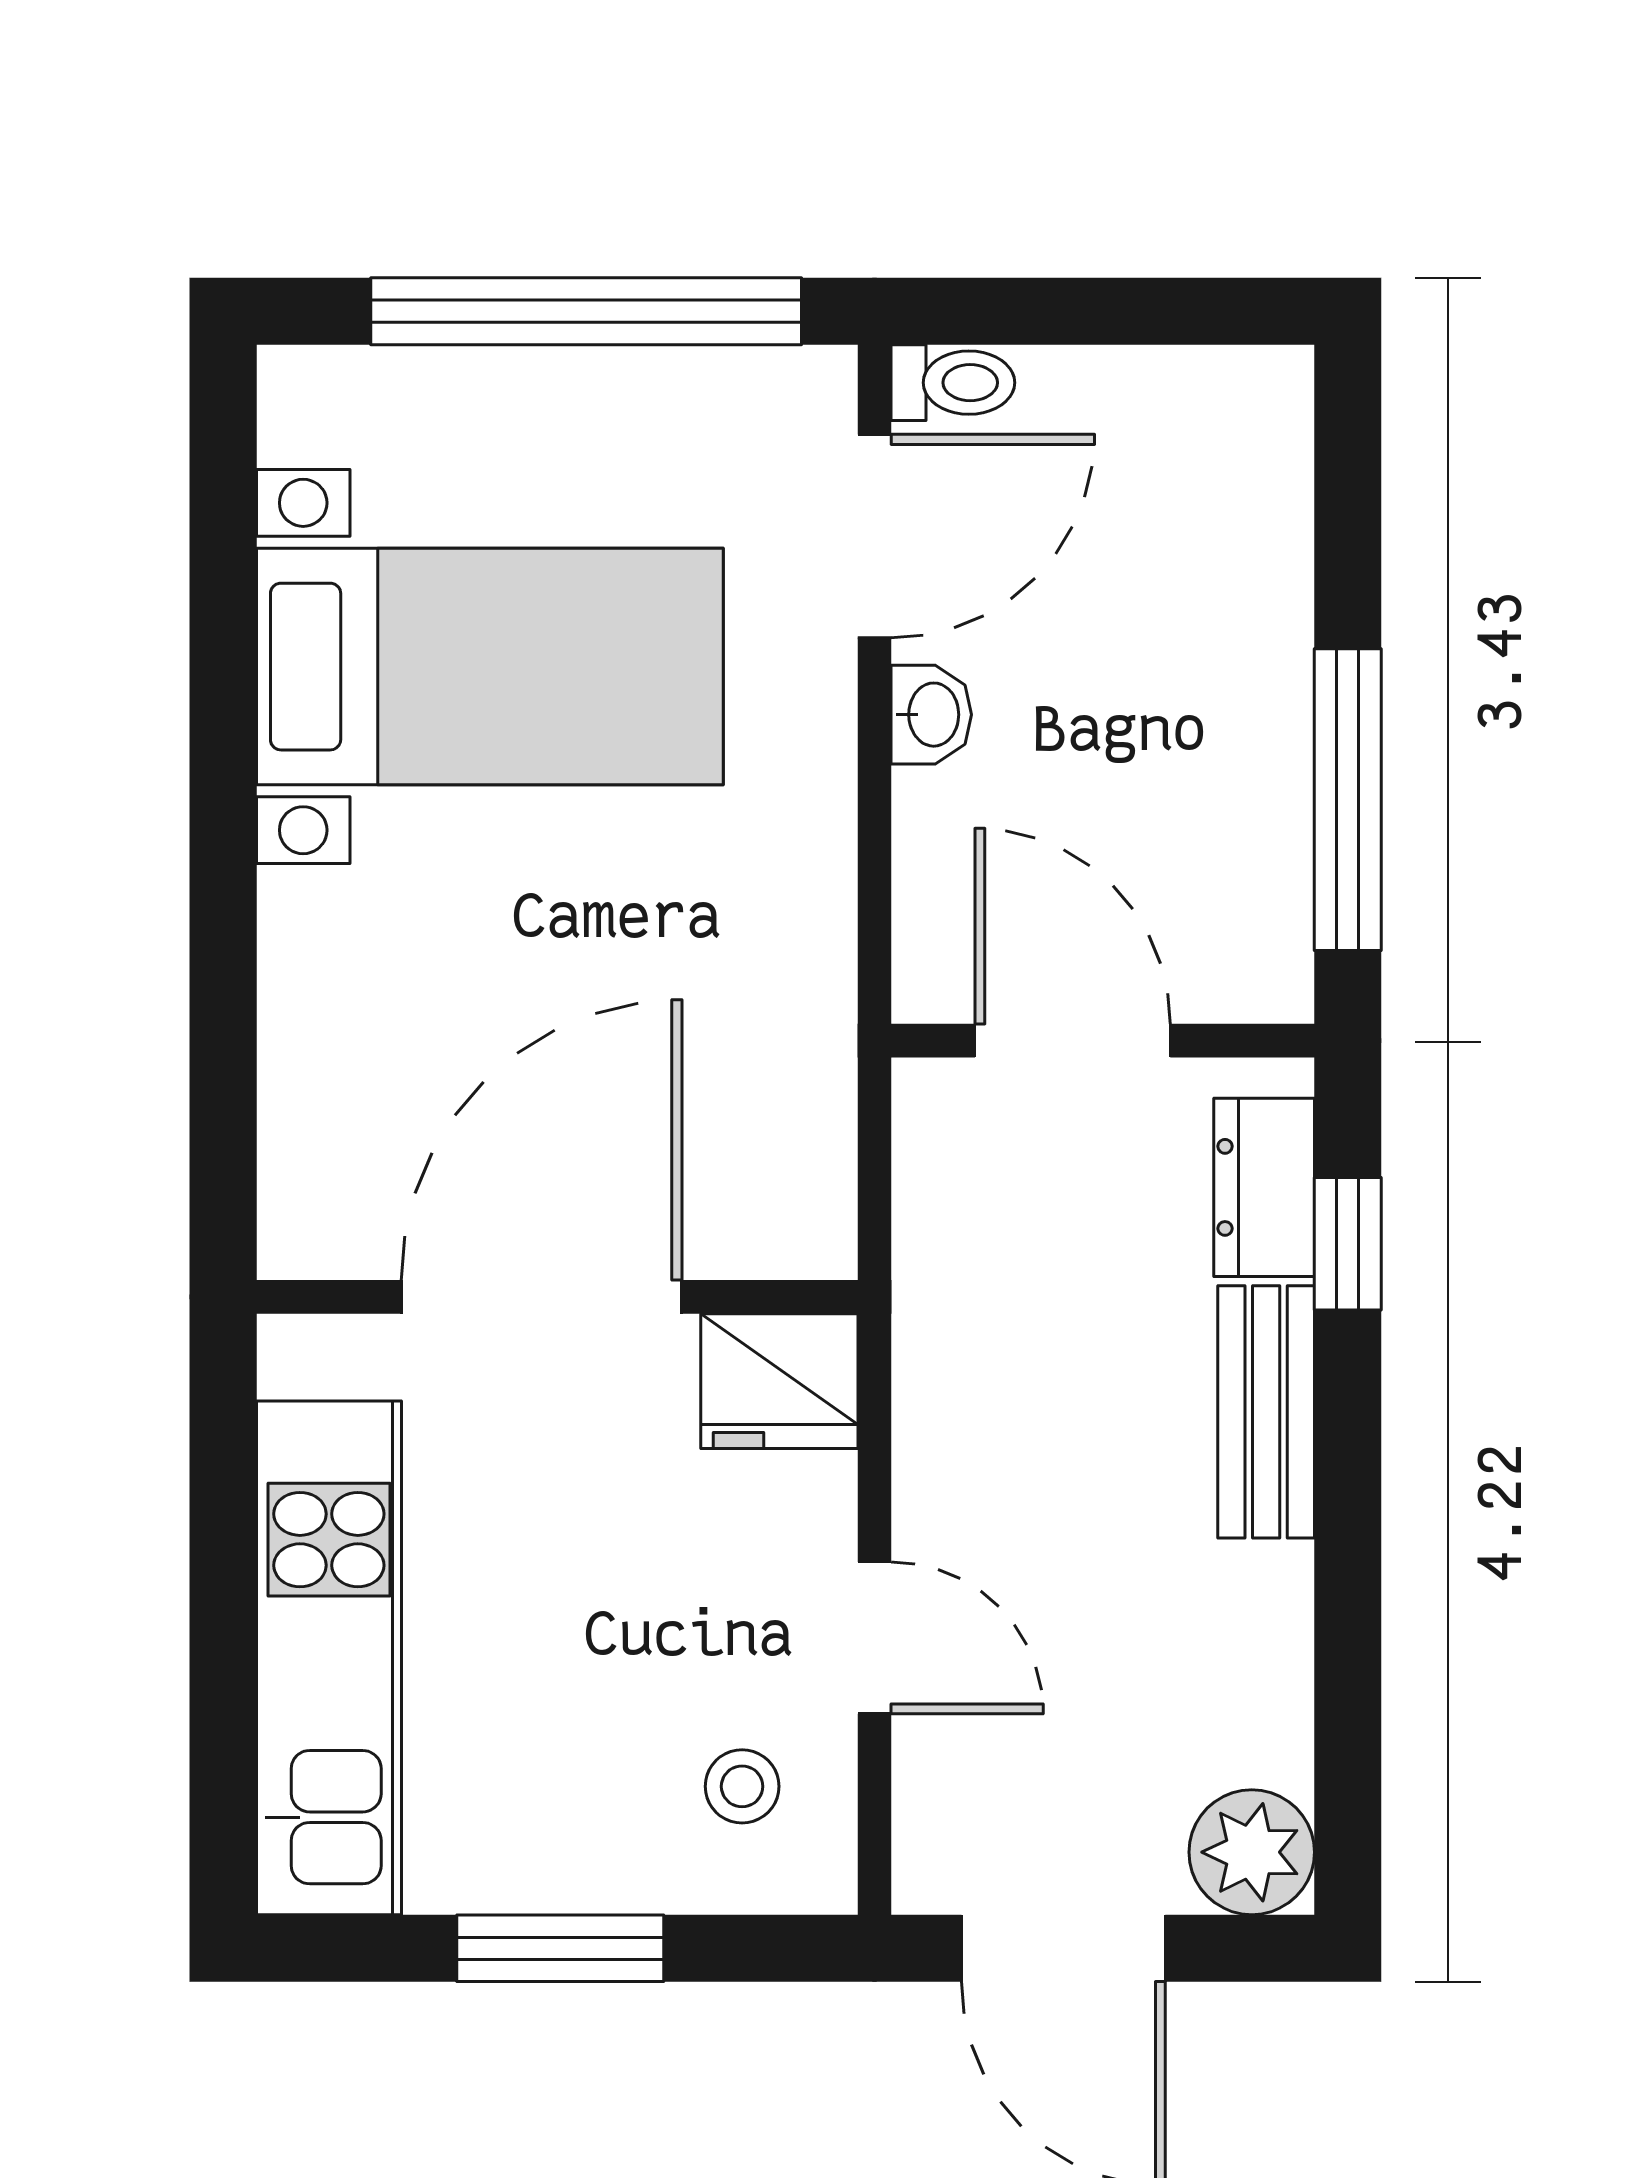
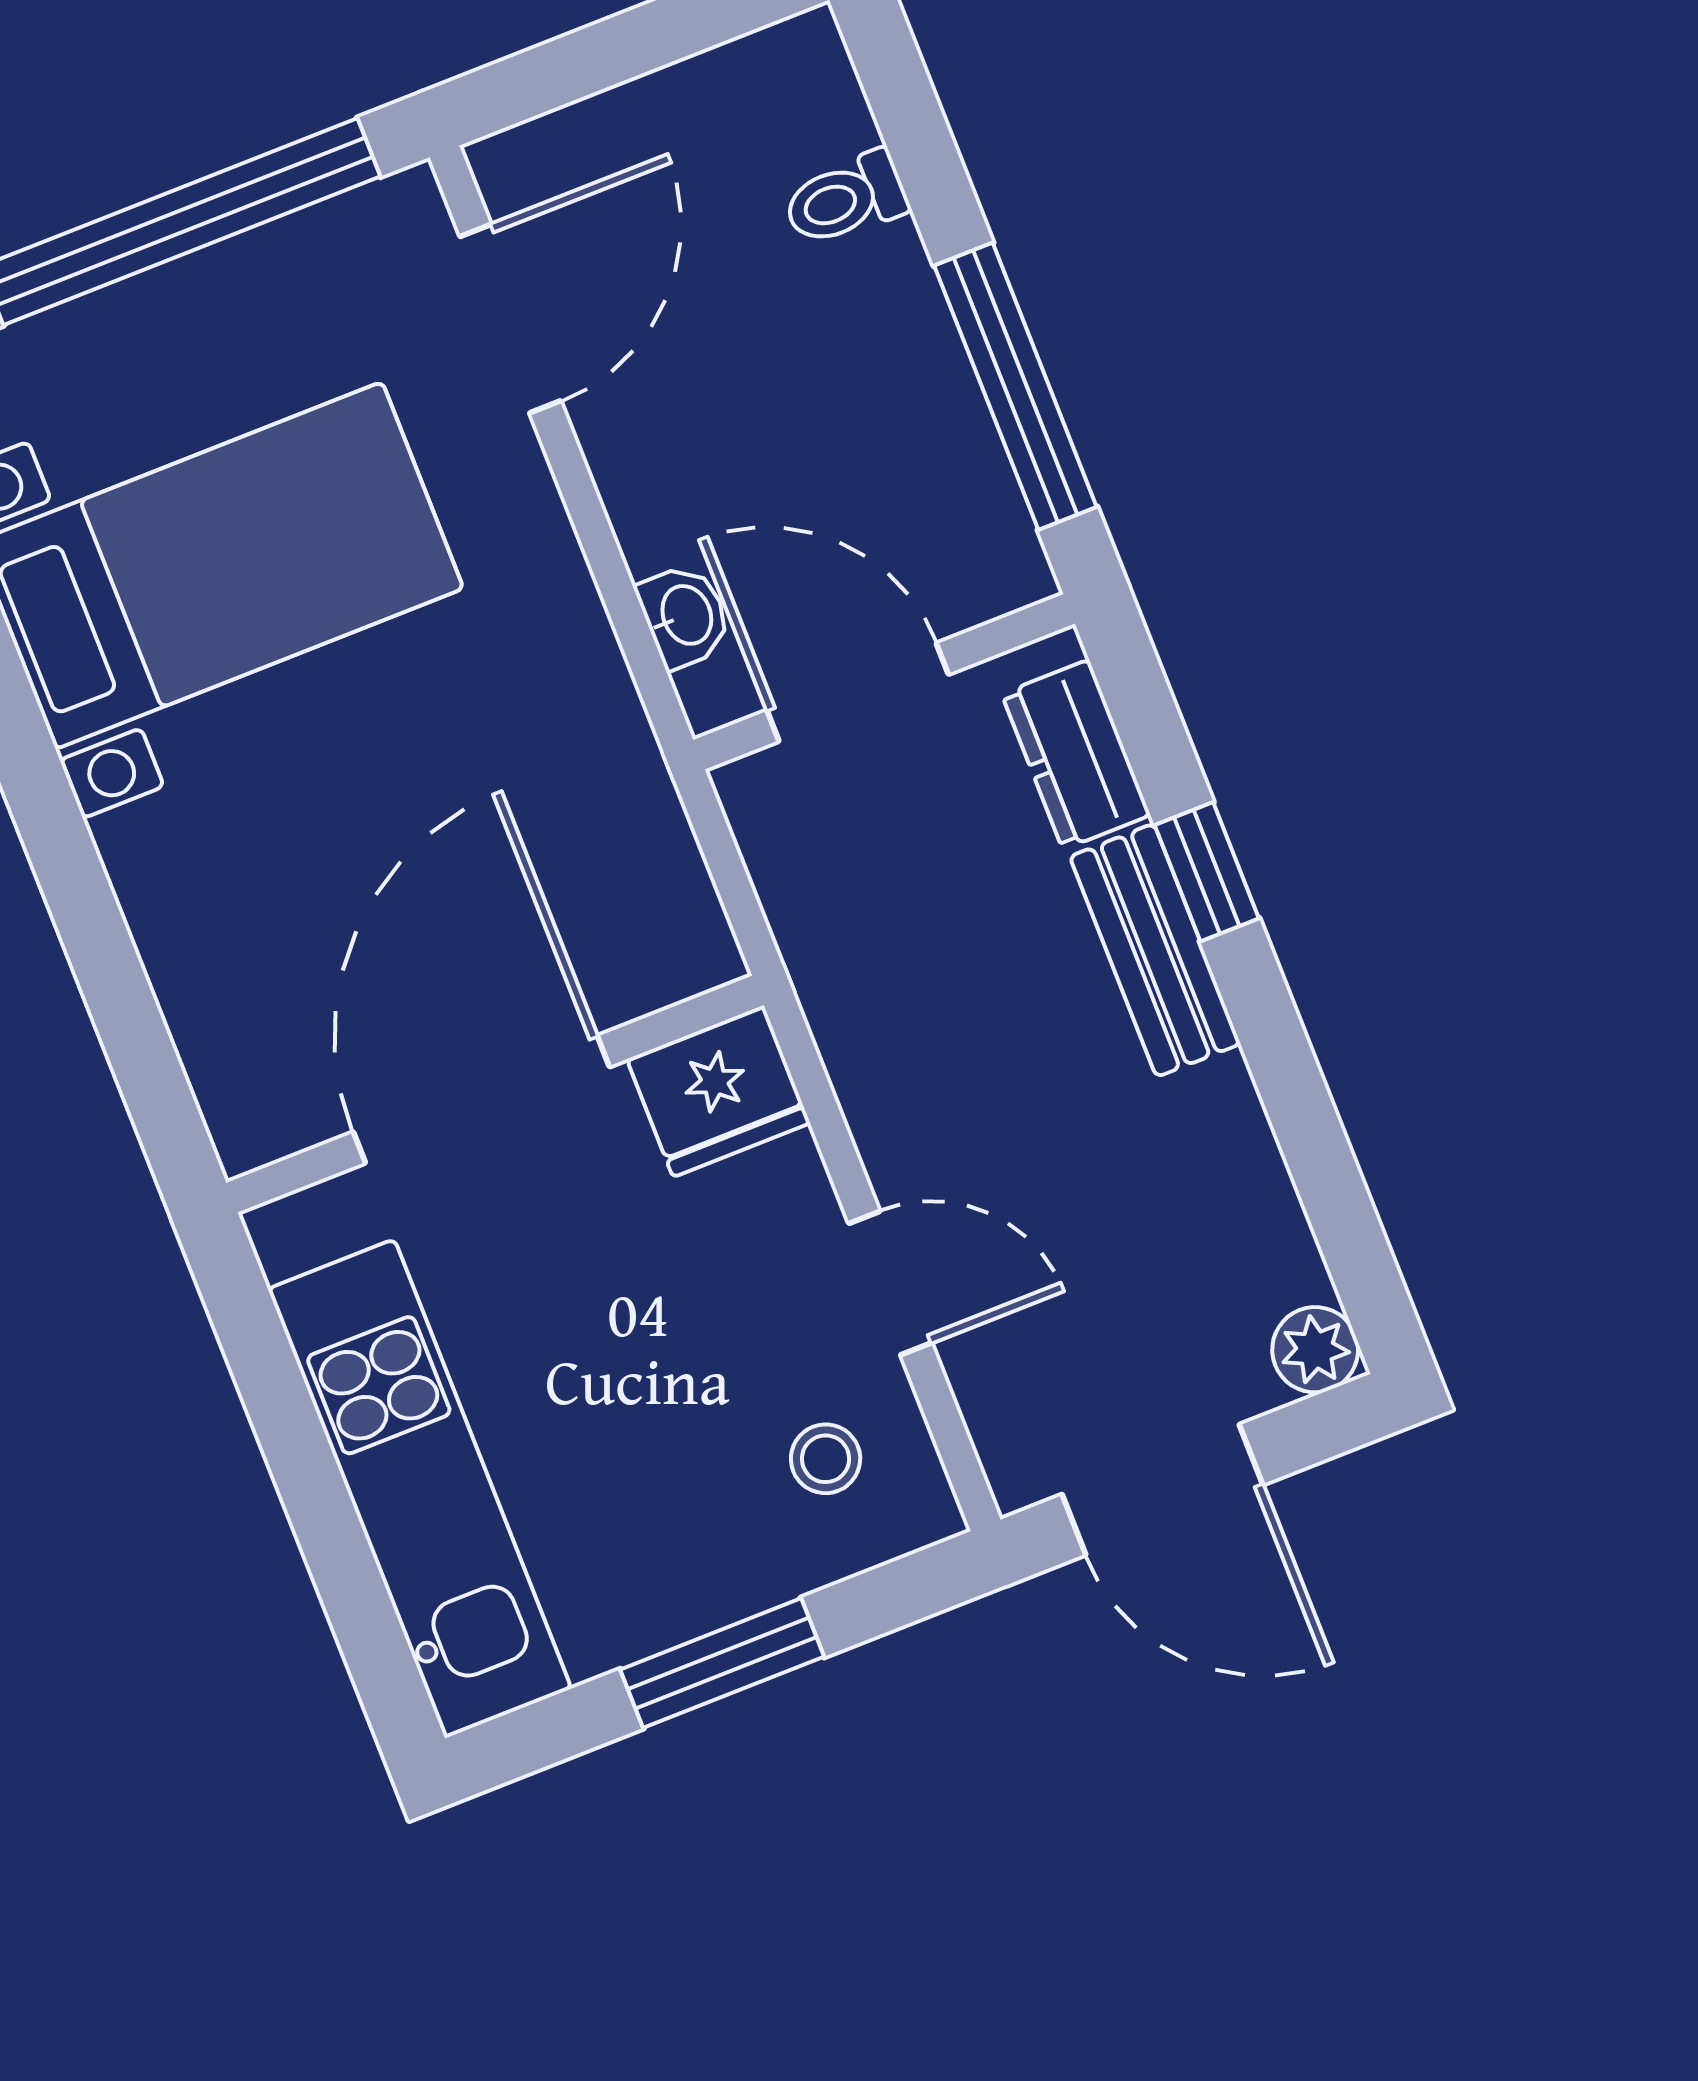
toilet: (953, 383) -> (846, 199), moved, turned 180
washbasin: (931, 715) -> (685, 616), moved
window: (1348, 1244) -> (1207, 872), moved
plant: (1252, 1852) -> (1315, 1350), width x0.73, depth x0.73

